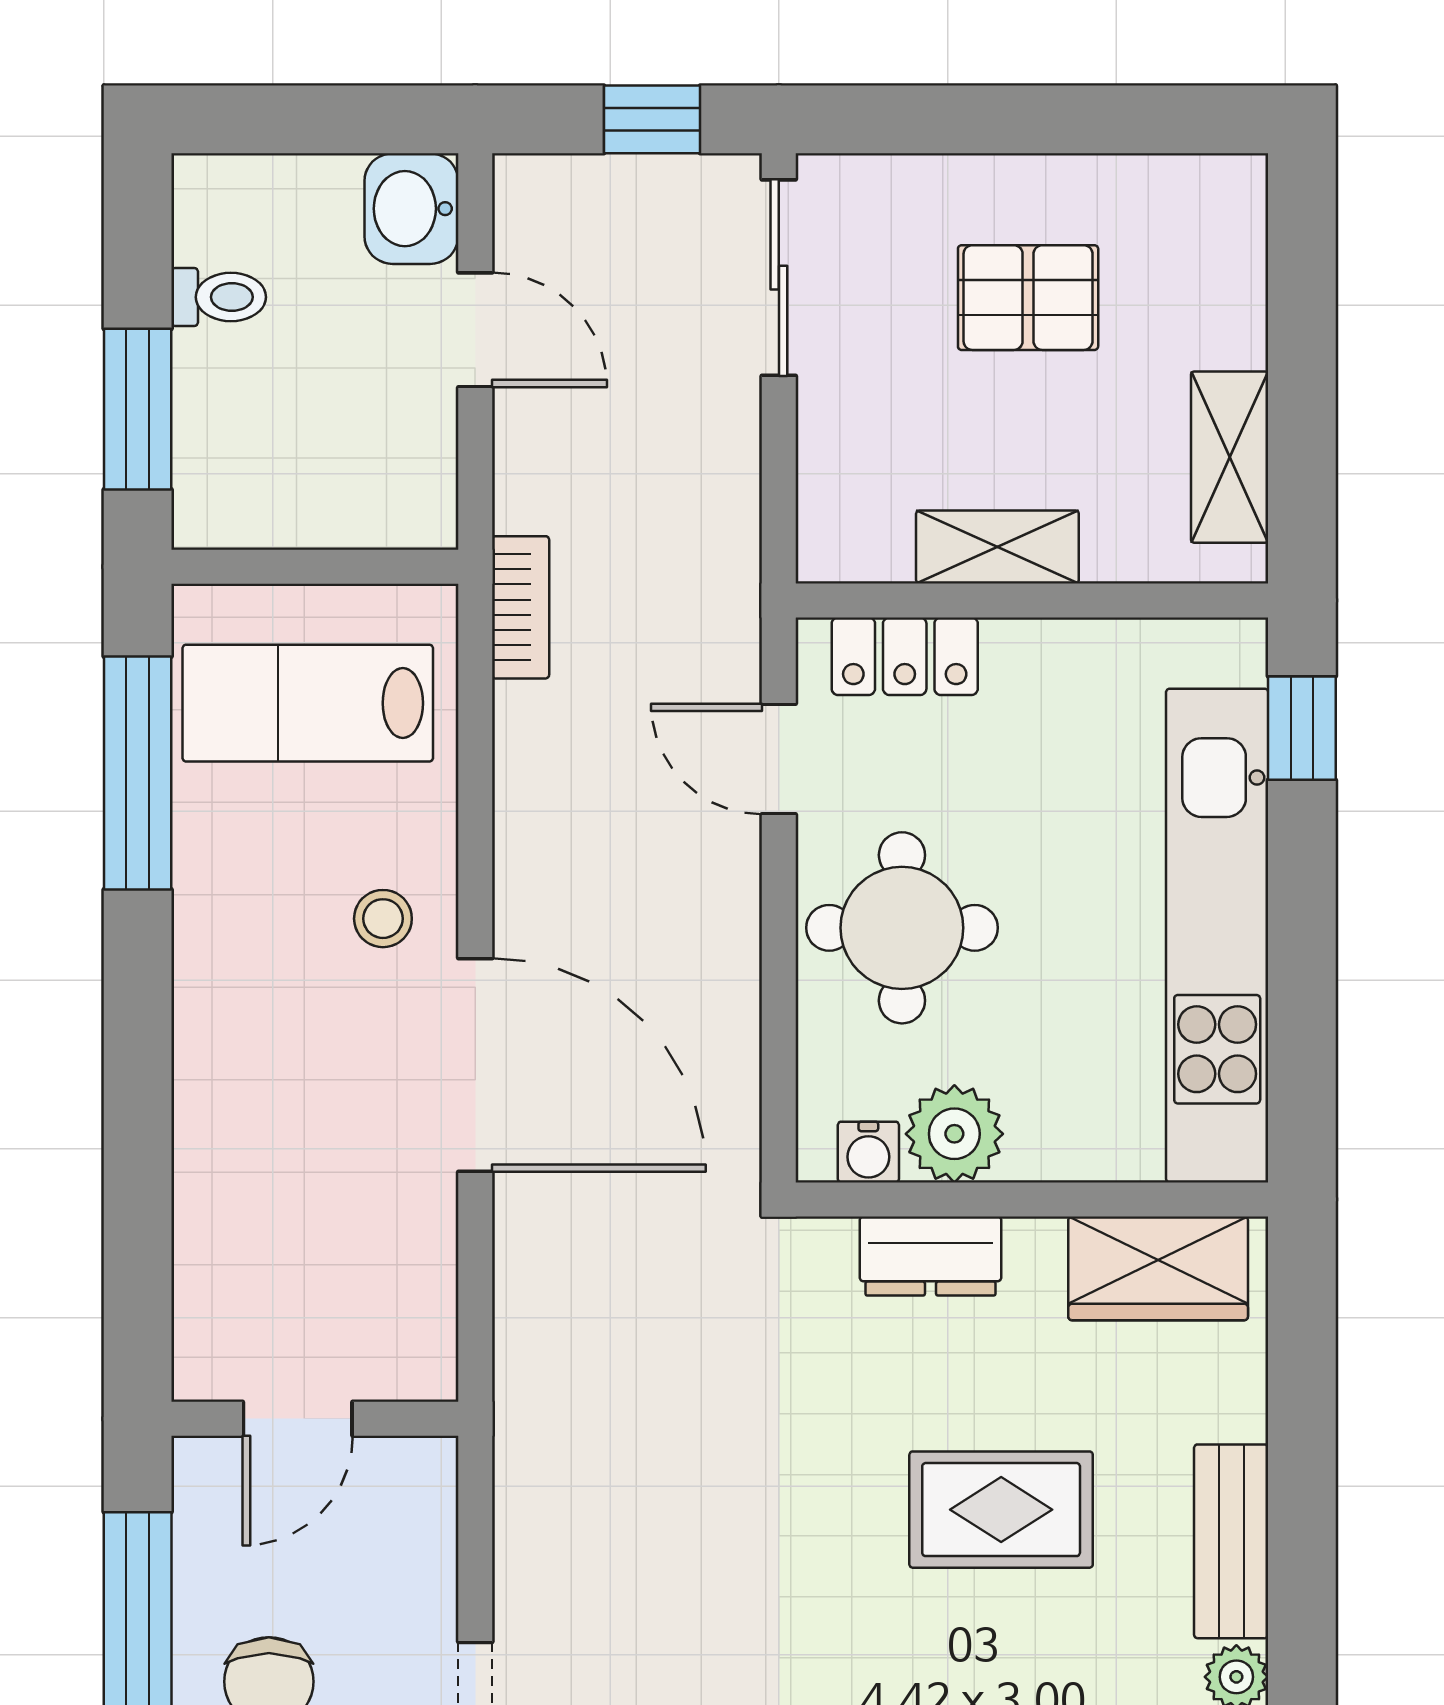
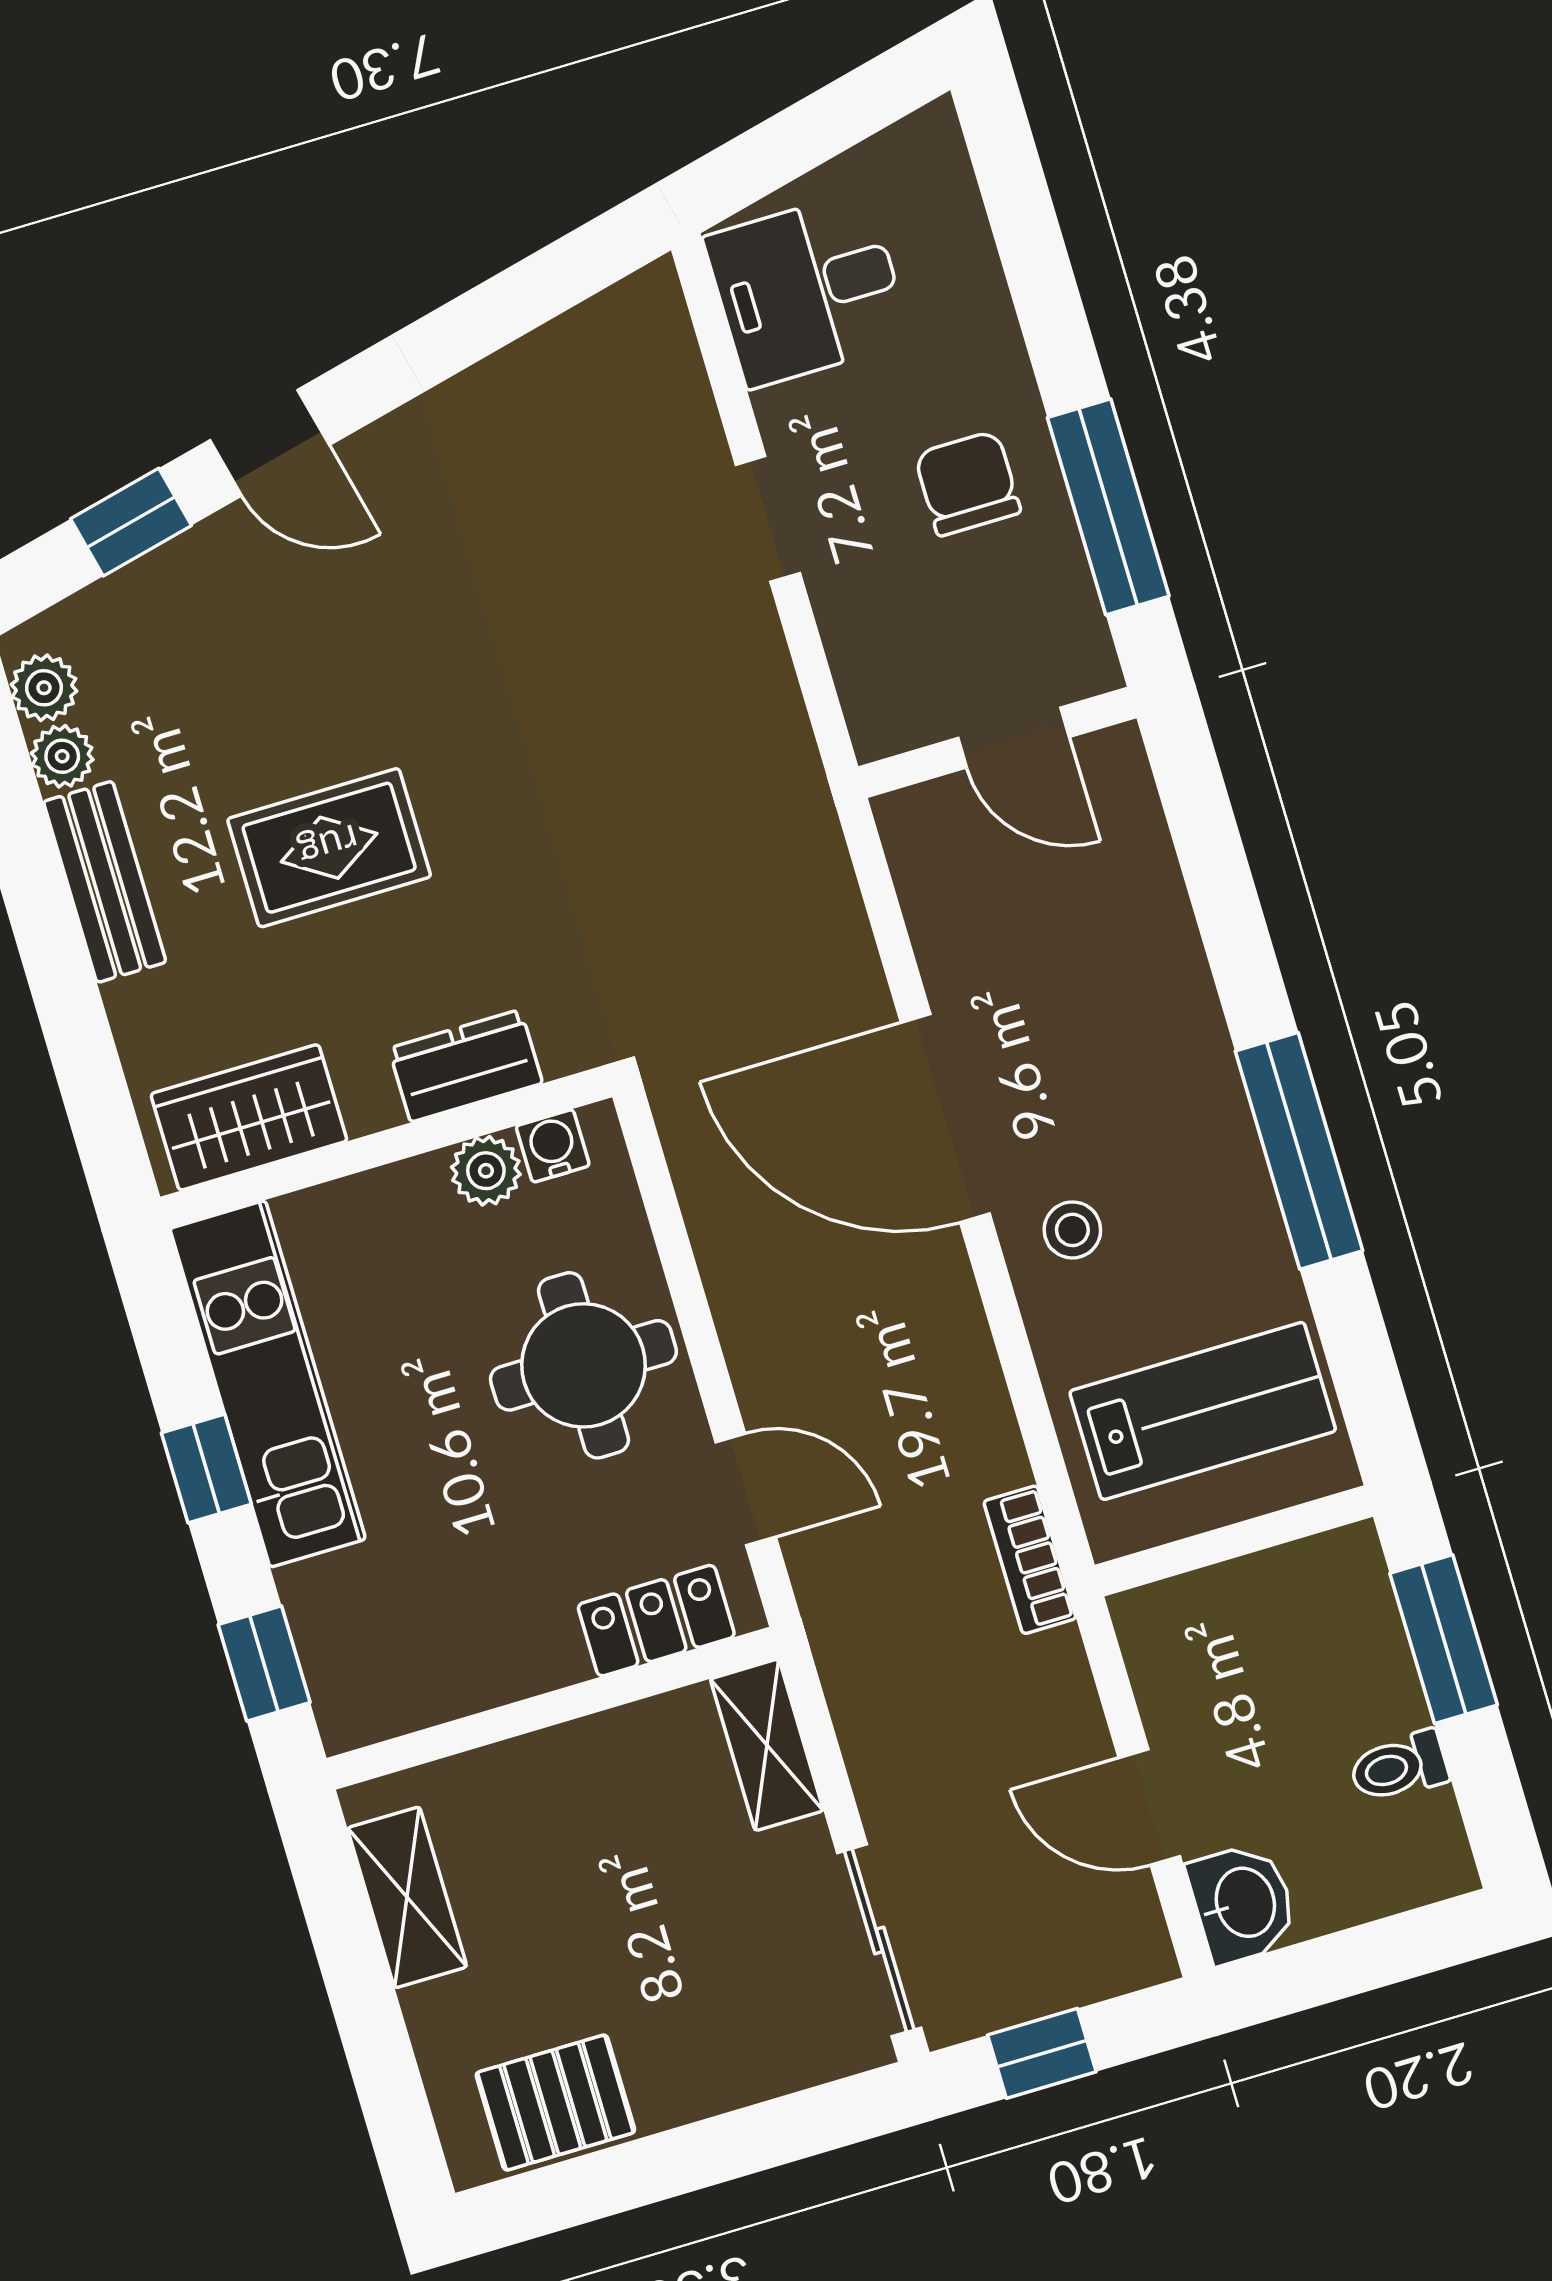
pallet: (1028, 298) -> (555, 2103), moved
shelving: (997, 547) -> (767, 1745), moved, turned 90
window: (138, 773) -> (1299, 1151), moved
kitchen unit: (1217, 936) -> (268, 1384), width x0.73
window: (1302, 936) -> (206, 1468), added
plant: (954, 1134) -> (486, 1171), width x0.73, depth x0.73
door: (298, 1419) -> (1014, 738), swing flipped

